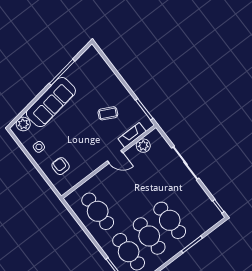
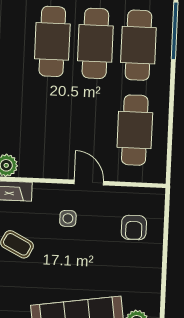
side table: (39, 147) -> (68, 218), moved
door: (115, 157) -> (89, 183), moved

